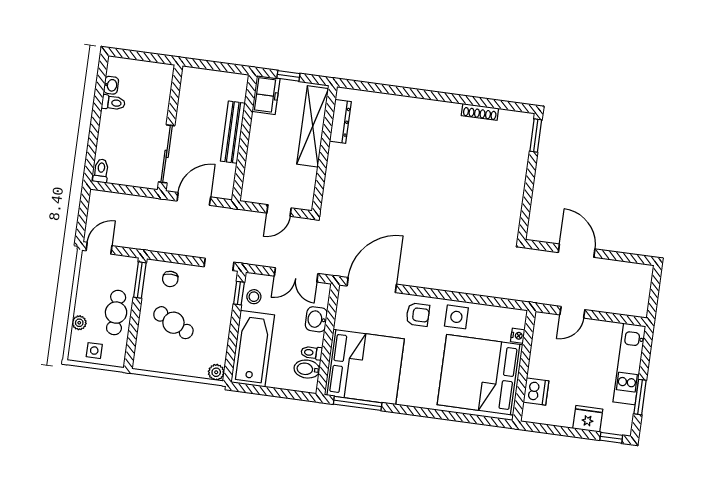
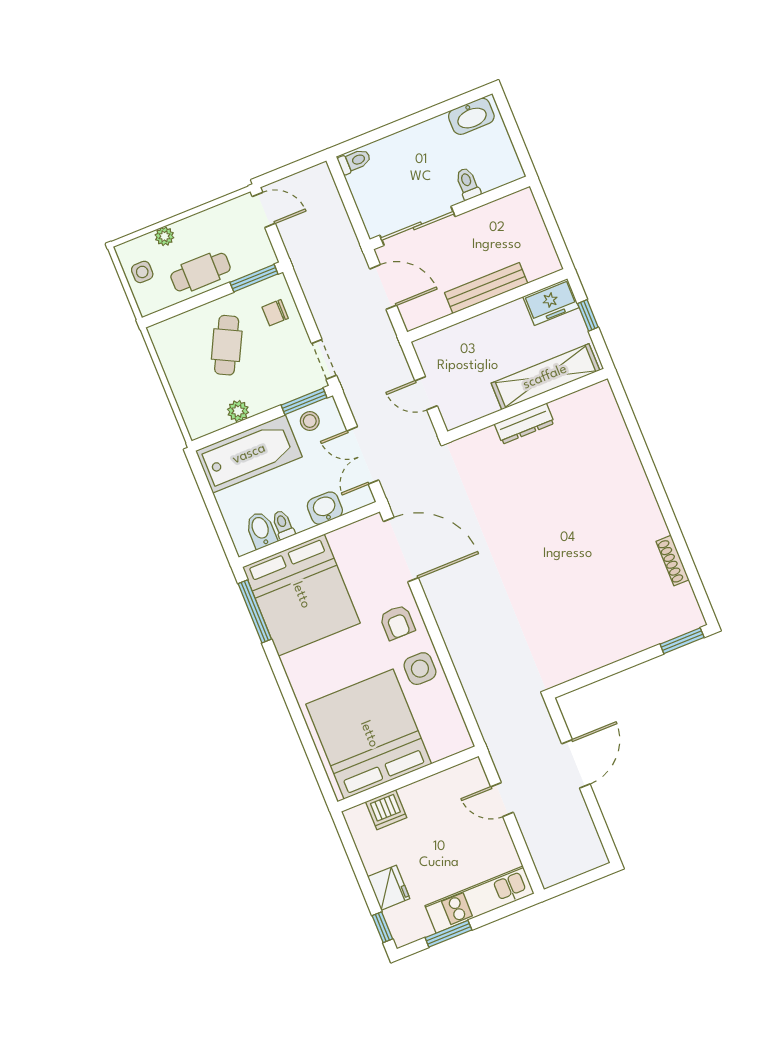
washbasin: (111, 85) -> (471, 116), width x1.91, depth x1.45
toilet: (113, 103) -> (468, 184), moved, turned 180
dresser: (340, 121) -> (524, 424), moved
window: (239, 293) -> (304, 401), width x1.50
nightstand: (518, 336) -> (439, 752), removed
plant: (216, 372) -> (238, 411), moved

